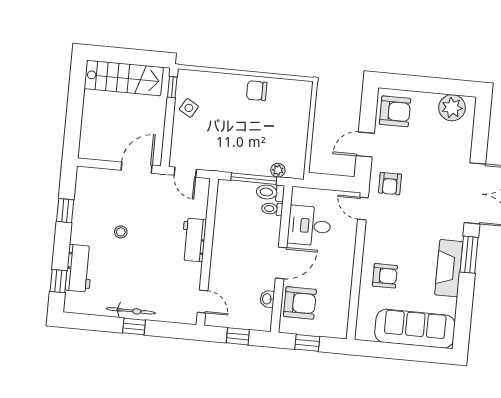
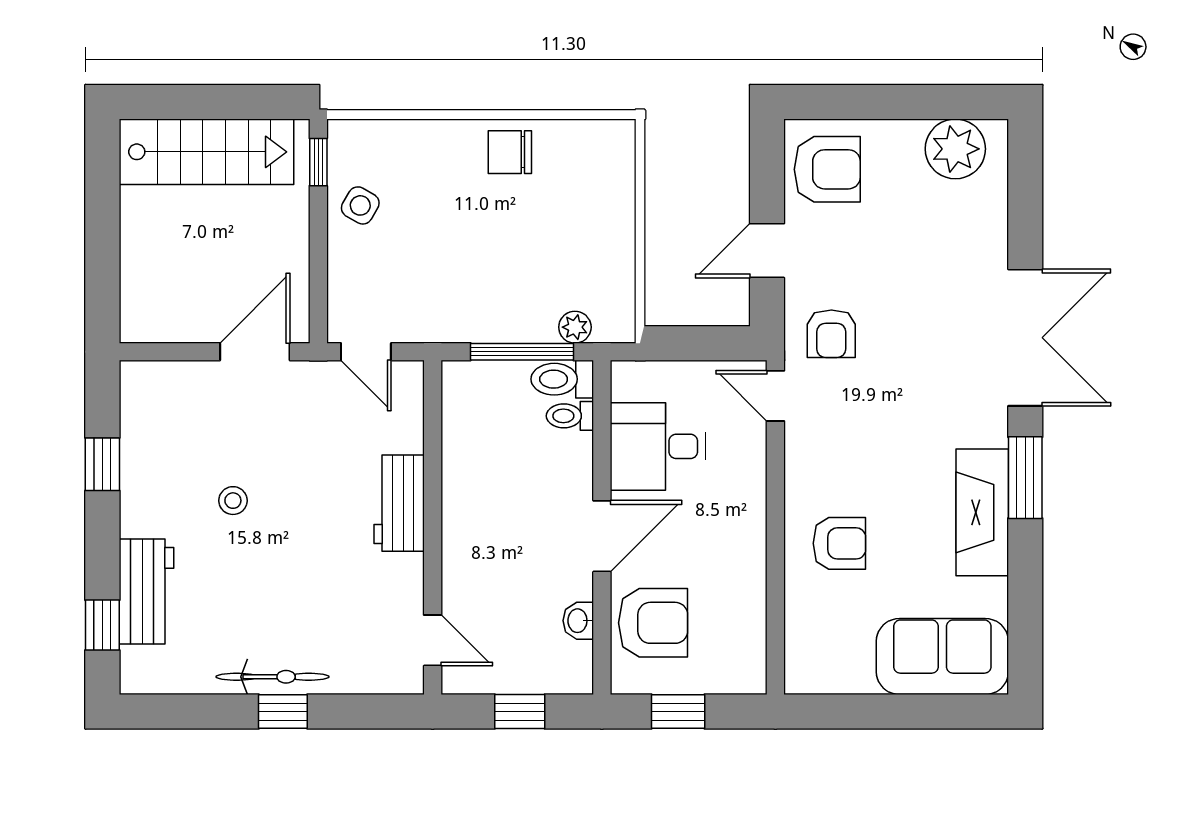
sofa: (415, 329) -> (942, 656), width x0.73

